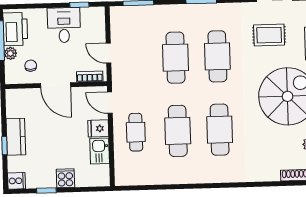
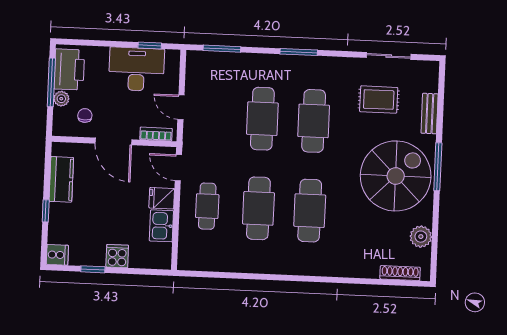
desk: (64, 25) -> (136, 69), width x1.37
kitchen counter: (16, 137) -> (61, 179), moved

